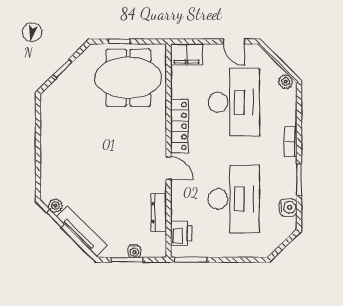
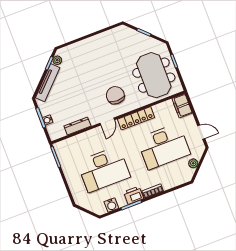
door: (234, 42) -> (201, 132), swing flipped
plant: (286, 82) -> (193, 163), moved
chair: (136, 143) -> (115, 95), added
printer: (181, 233) -> (134, 195), moved, turned 180

